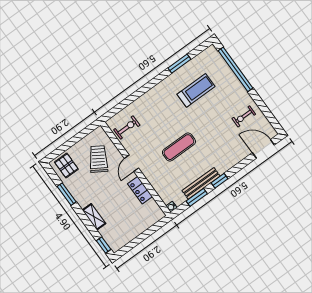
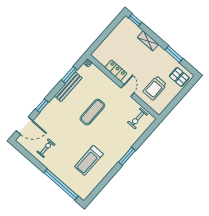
window: (179, 64) -> (127, 156), moved
trolley: (98, 159) -> (155, 88), turned 58
window: (219, 181) -> (42, 106), moved

